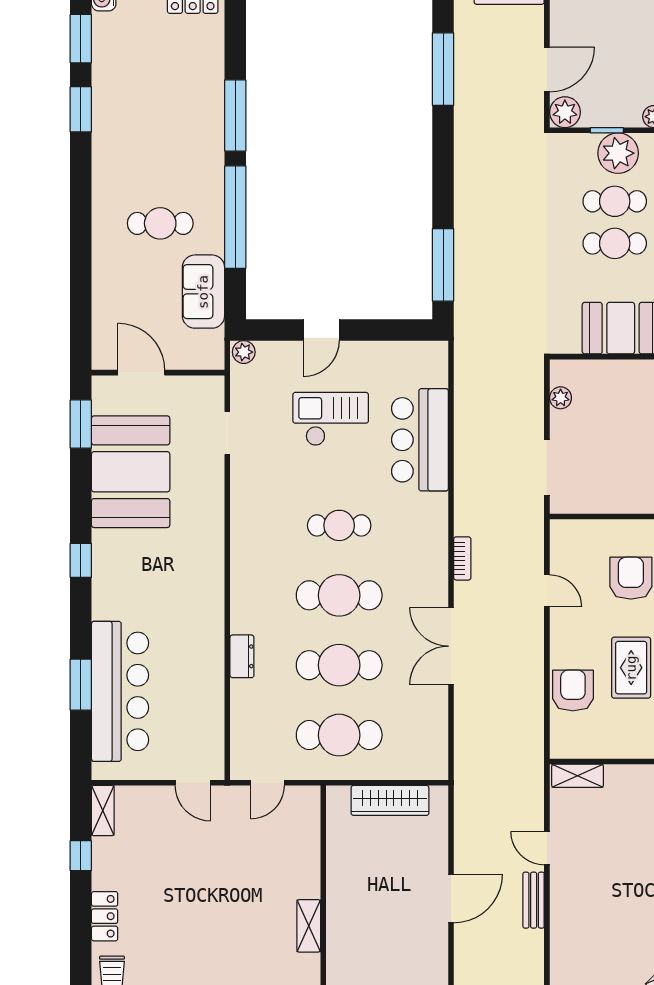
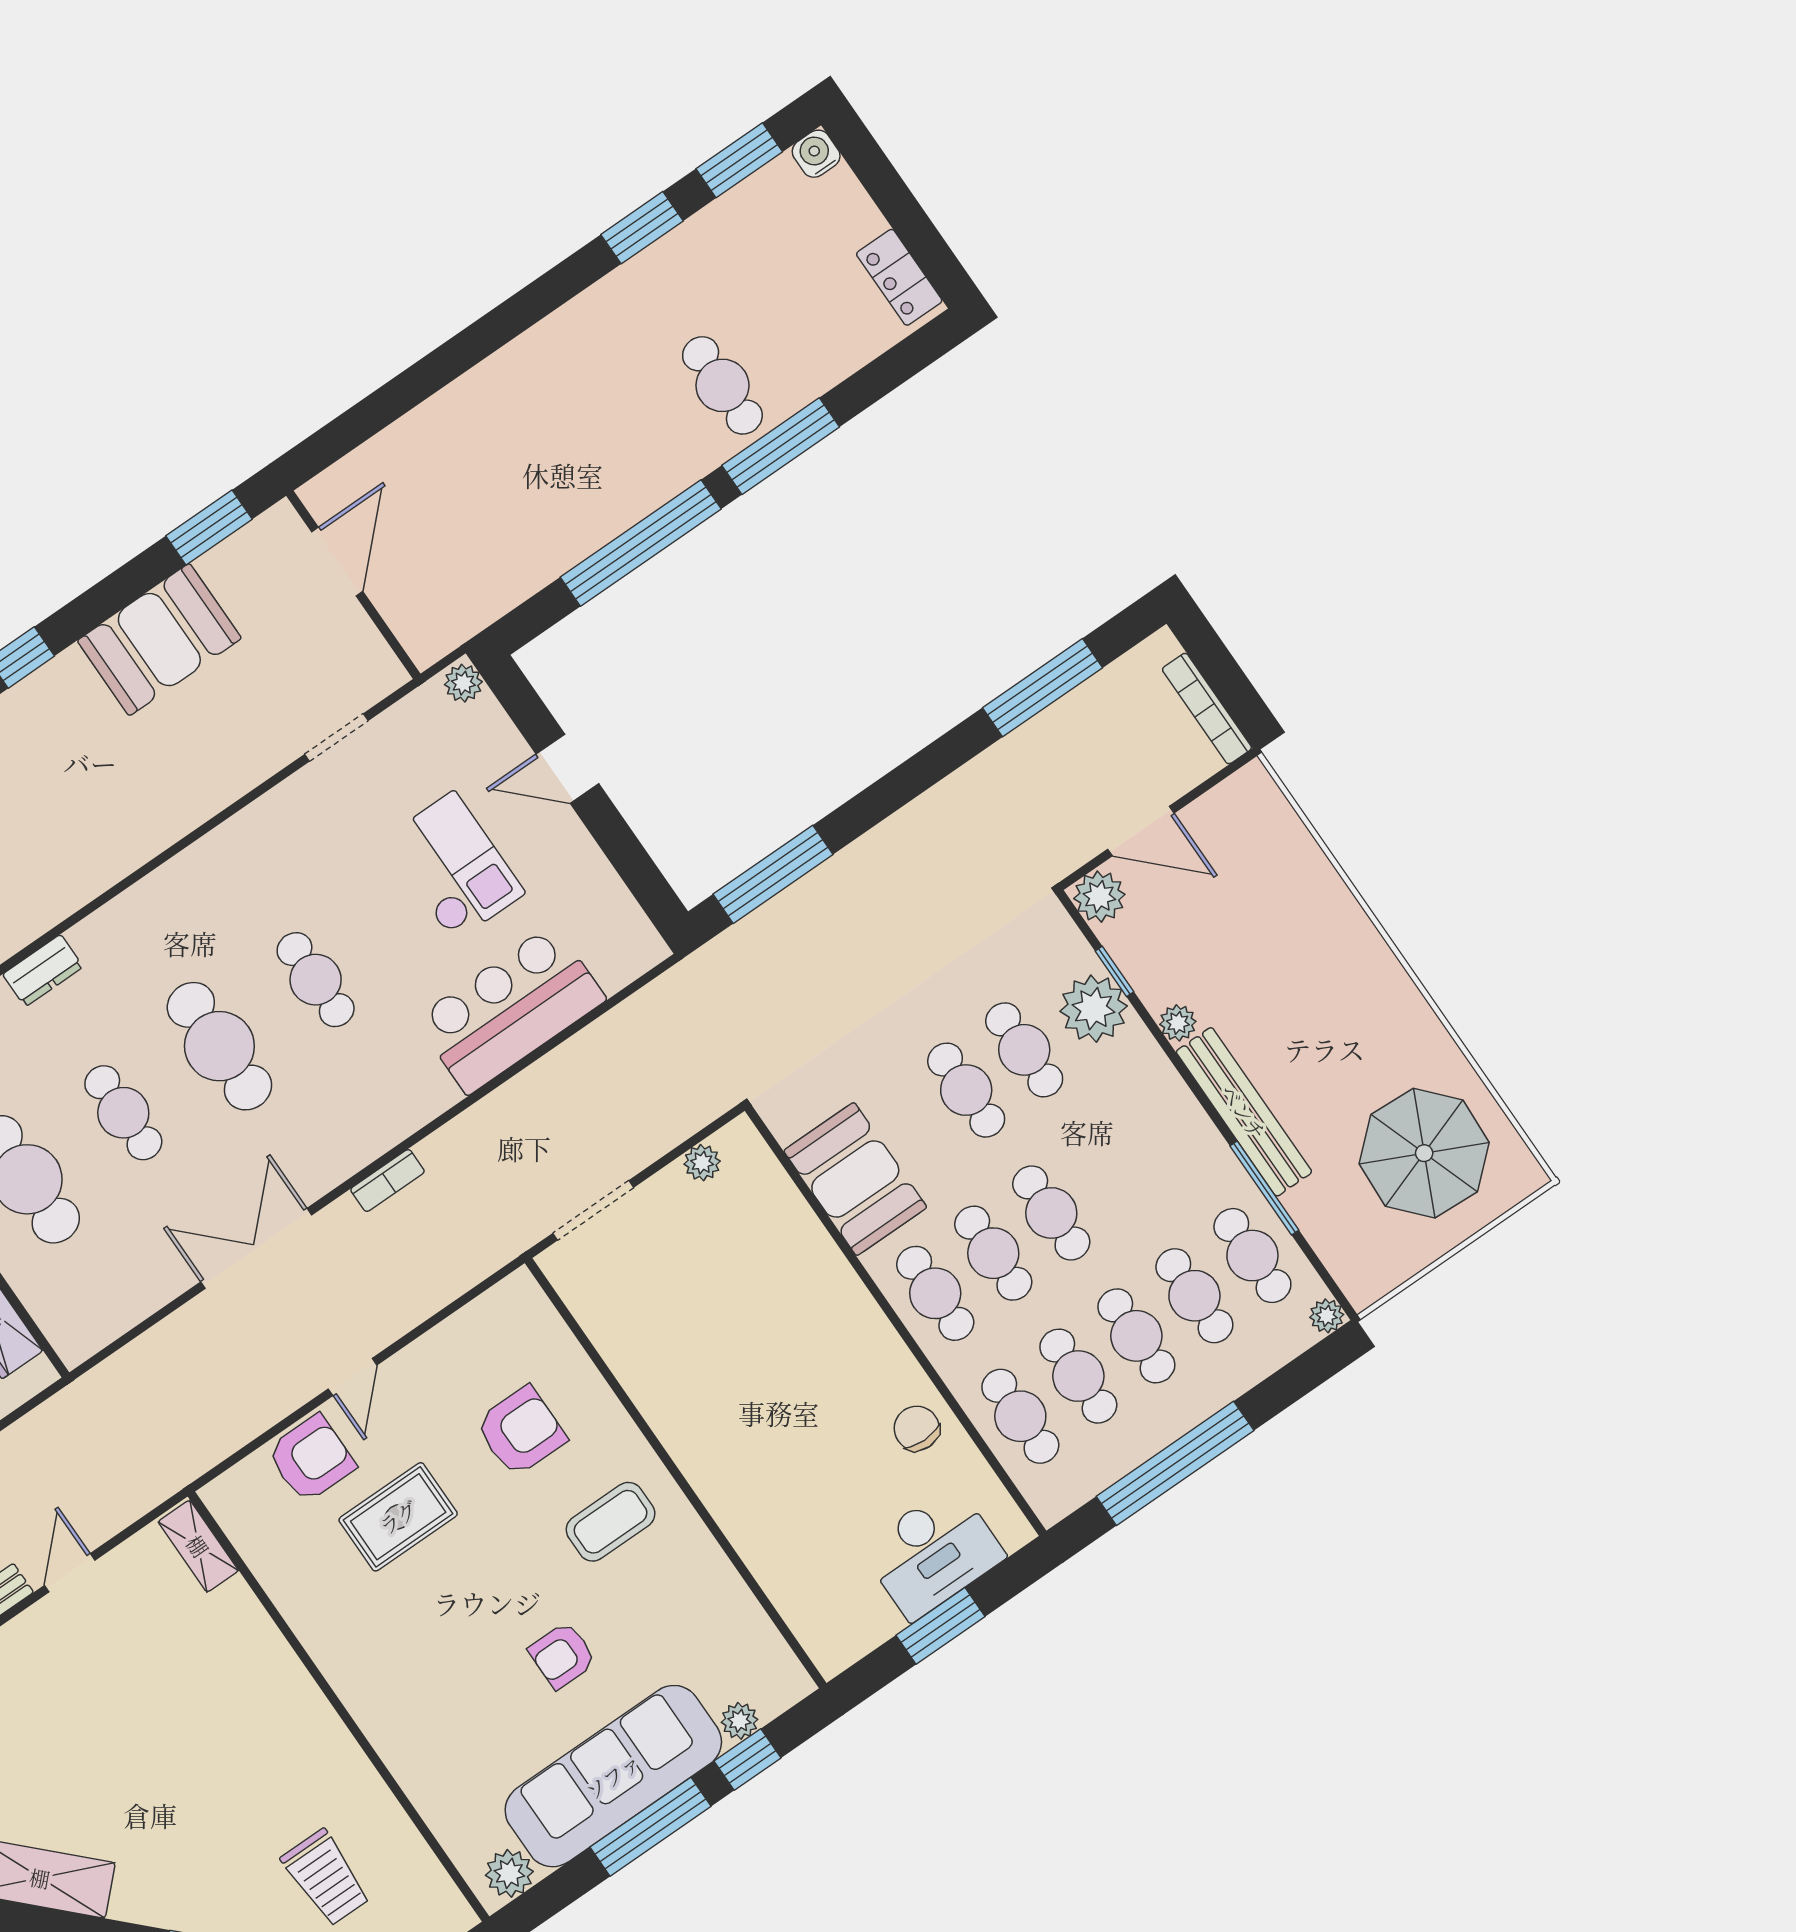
cafe table: (160, 223) -> (722, 385), moved
sofa: (203, 292) -> (508, 570), removed
booth: (131, 472) -> (159, 640), width x0.73, depth x0.70
door: (547, 591) -> (353, 1377), moved
cafe table: (339, 665) -> (123, 1113), width x0.73, depth x0.74

